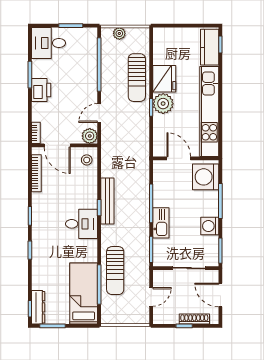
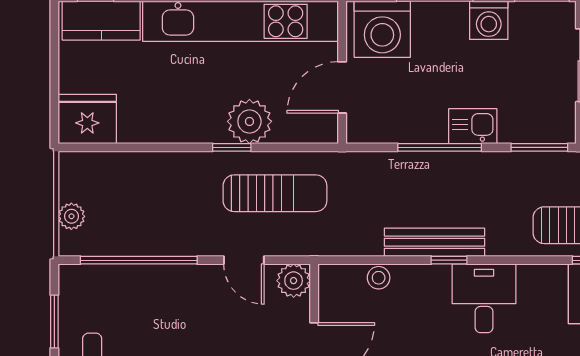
sun lounger: (137, 78) -> (275, 193), moved
fridge: (164, 79) -> (87, 119), moved
plant: (163, 104) -> (249, 121), moved
stool: (87, 160) -> (379, 278), moved
kitchen sink: (161, 223) -> (473, 126), width x0.73

